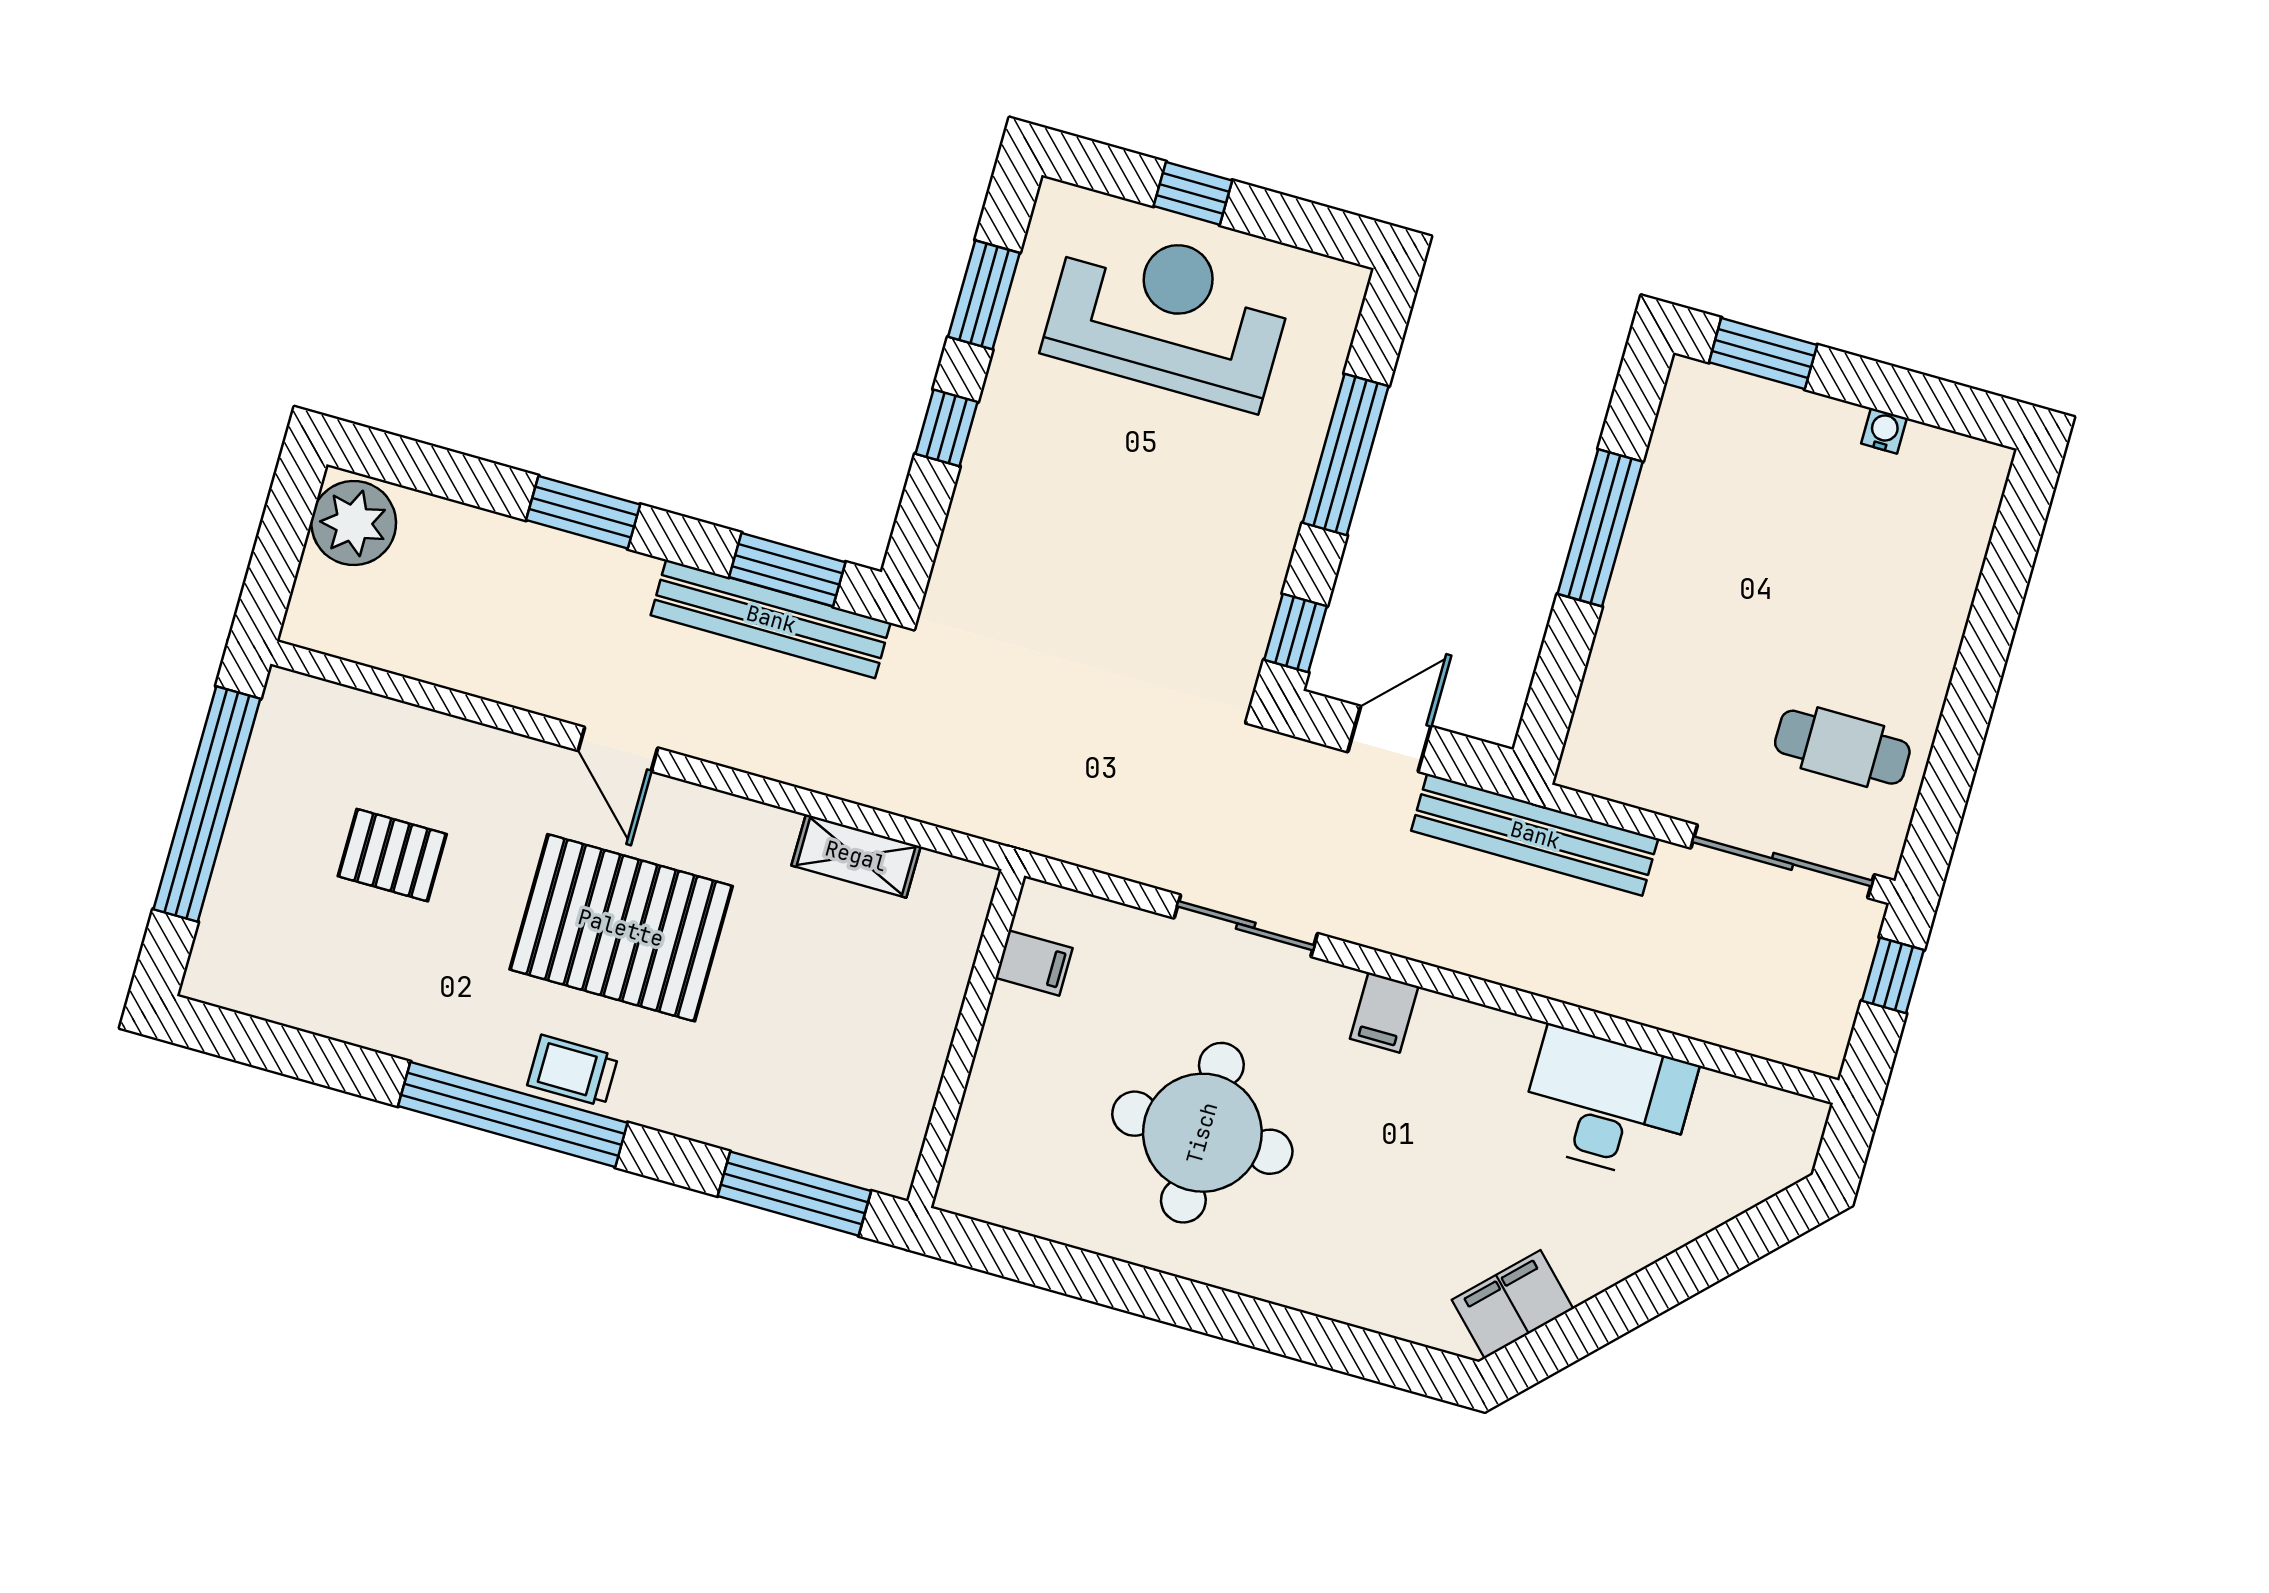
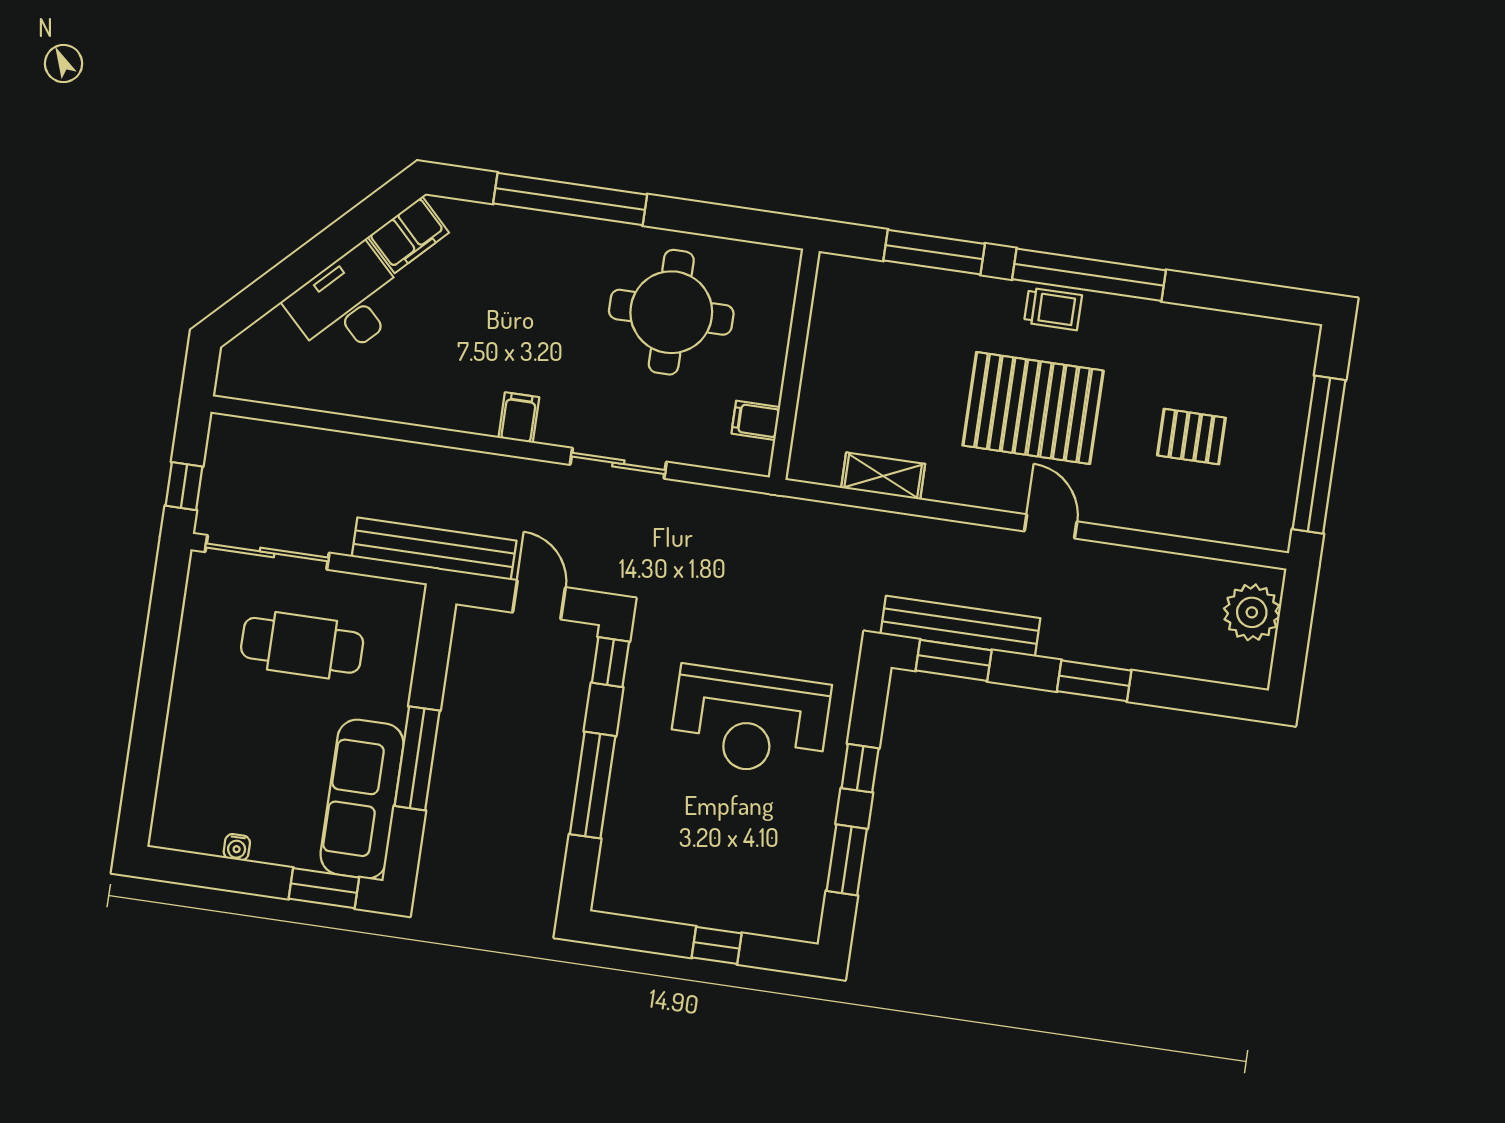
reception desk: (1168, 315) -> (750, 721), moved
sofa: (1690, 478) -> (362, 799), added
plant: (354, 523) -> (1252, 612), moved
door: (1389, 739) -> (539, 600), swing flipped
cafe table: (1842, 747) -> (302, 645), moved, width x1.37, depth x1.35
desk: (1607, 1104) -> (347, 304), moved, turned 135
round table: (1202, 1133) -> (671, 312), moved
window: (794, 1194) -> (934, 252), moved
window: (1266, 1326) -> (570, 199), added

